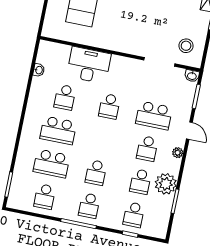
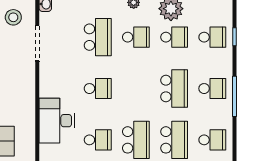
school desk: (96, 173) -> (174, 89), width x1.85

